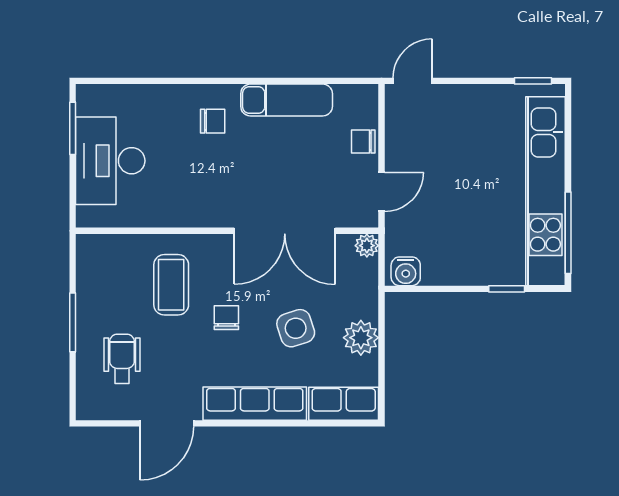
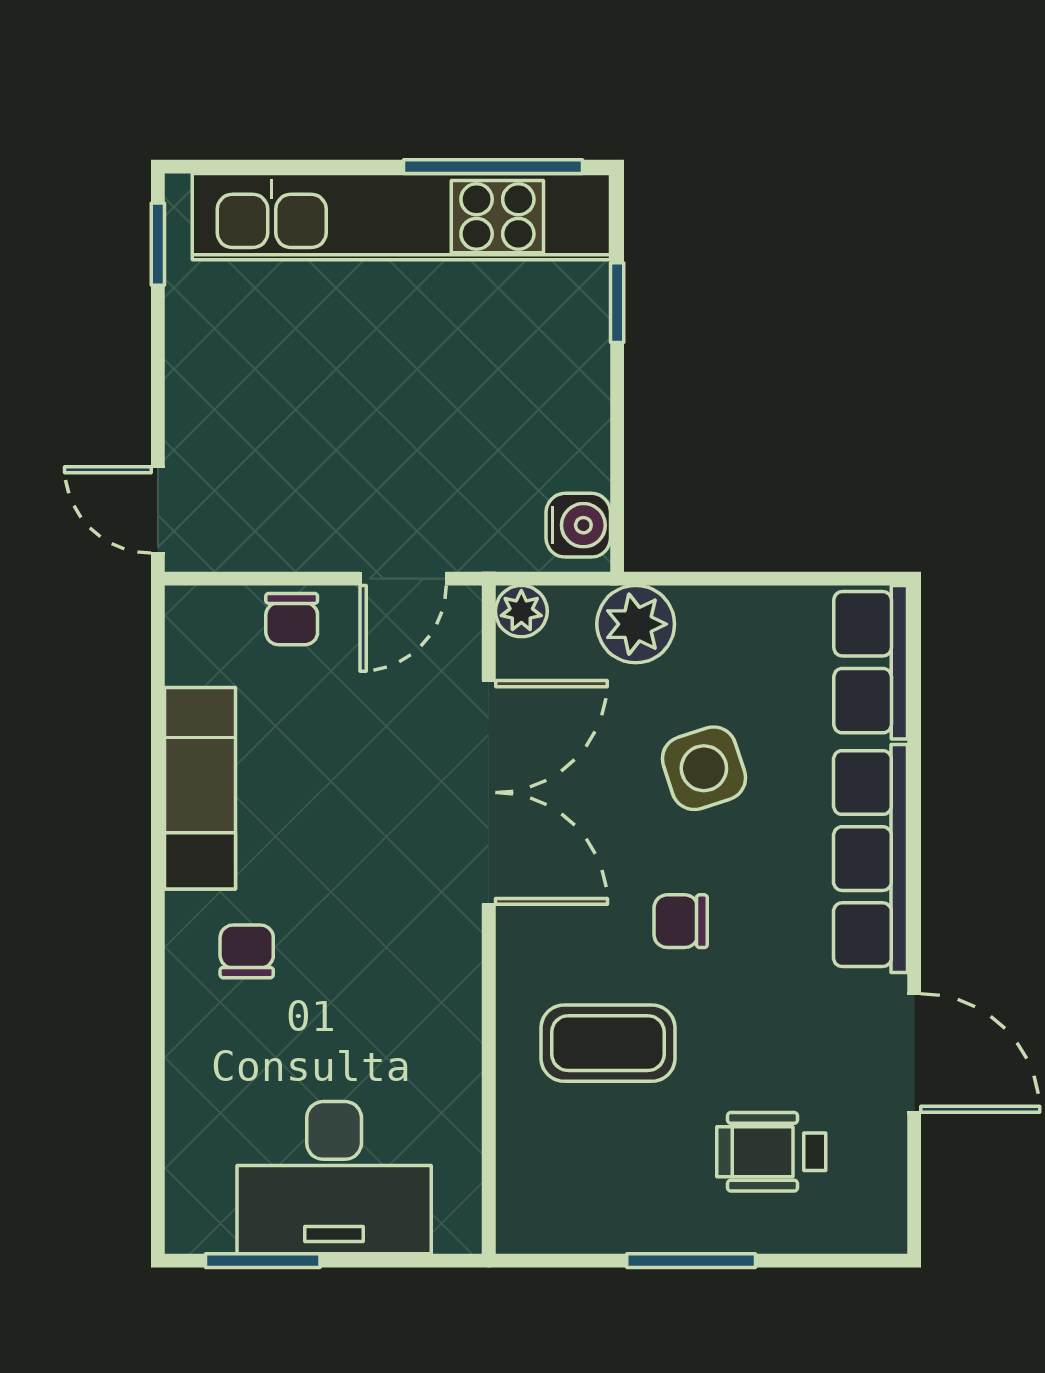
door: (382, 192) -> (403, 579), swing flipped
plant: (361, 338) -> (636, 624), moved

